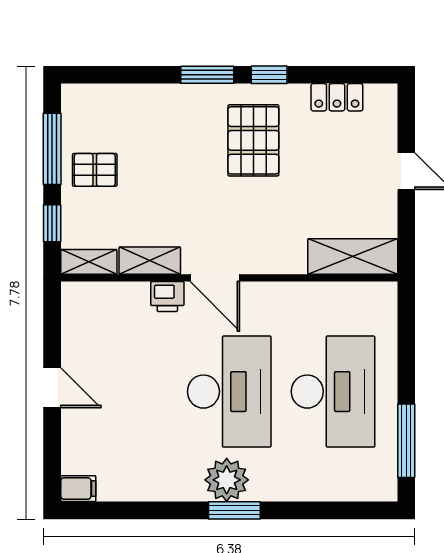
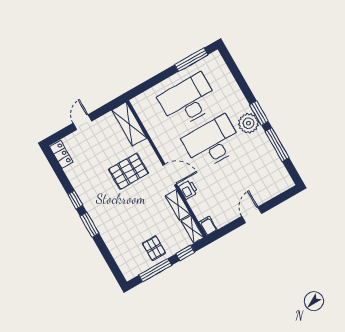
locker: (337, 97) -> (61, 154), moved
pallet: (253, 140) -> (129, 171), moved
door: (215, 278) -> (170, 175), hinge flipped
filing cabinet: (78, 489) -> (208, 226), moved
window: (156, 510) -> (277, 145), added

